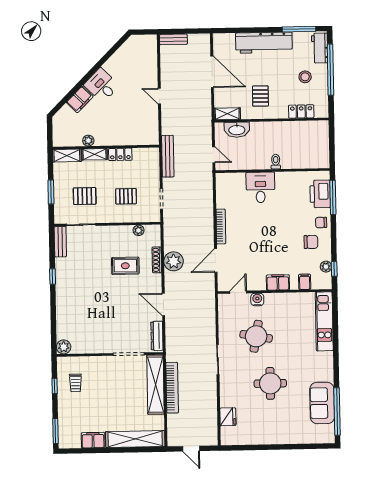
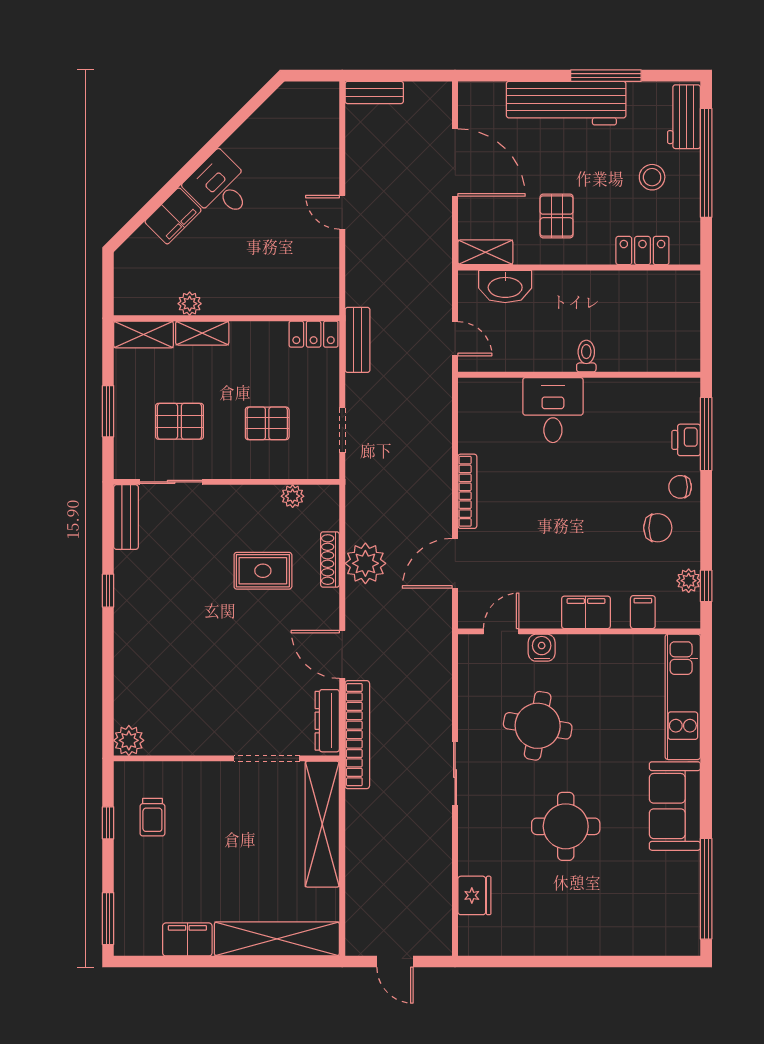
window: (299, 29) -> (606, 76), moved
locker: (120, 154) -> (314, 334), moved
bench: (168, 156) -> (357, 340), width x0.73
printer: (320, 194) -> (686, 440), width x0.53, depth x0.68
bookcase: (172, 388) -> (357, 735), moved
sofa: (322, 403) -> (675, 806), moved

